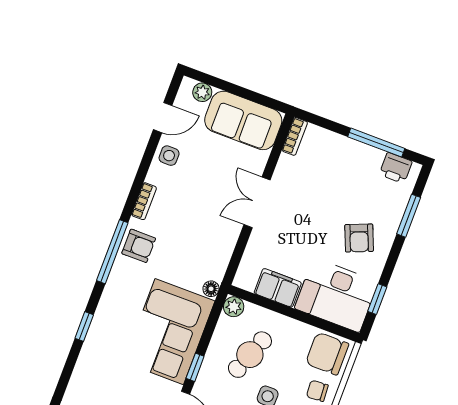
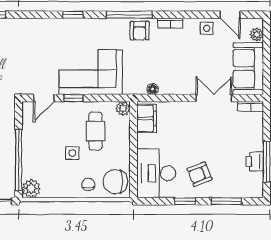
printer: (396, 168) -> (255, 161), moved
double door: (257, 202) -> (214, 98), moved
filing cabinet: (278, 288) -> (146, 118), moved
floor lamp: (211, 289) -> (153, 89), moved
window: (377, 299) -> (185, 201), moved
chair: (327, 354) -> (115, 182), turned -90
cafe table: (250, 355) -> (95, 131), turned 69

